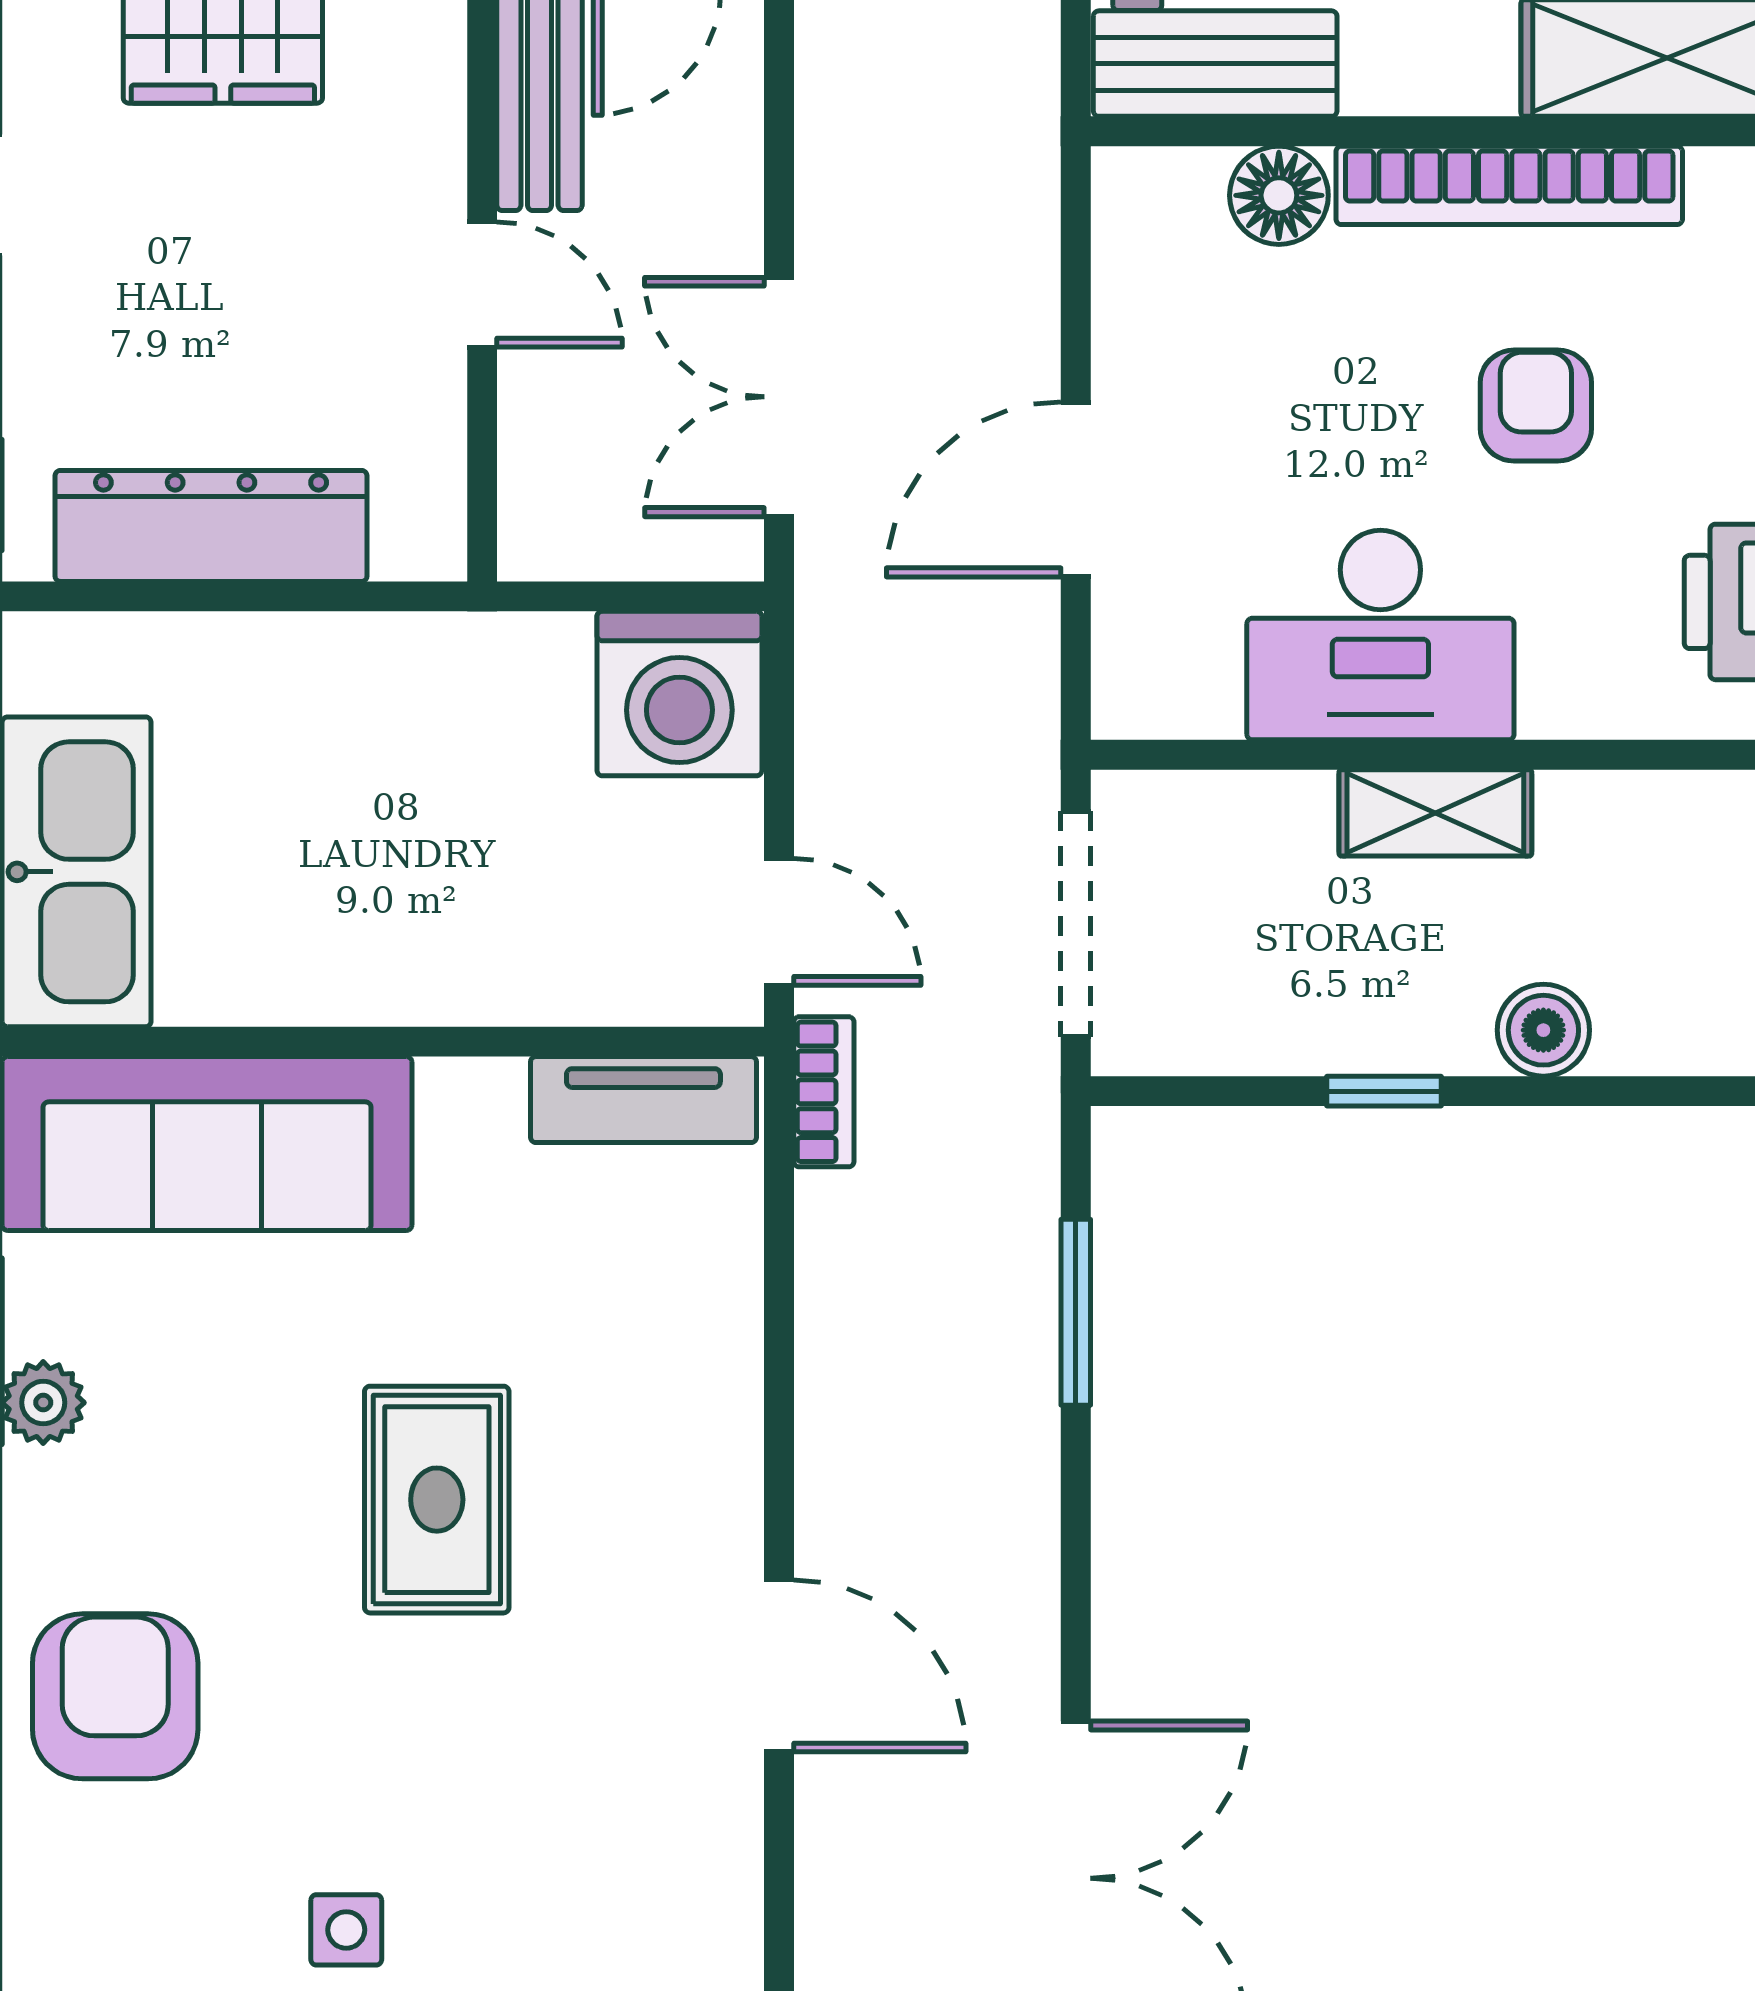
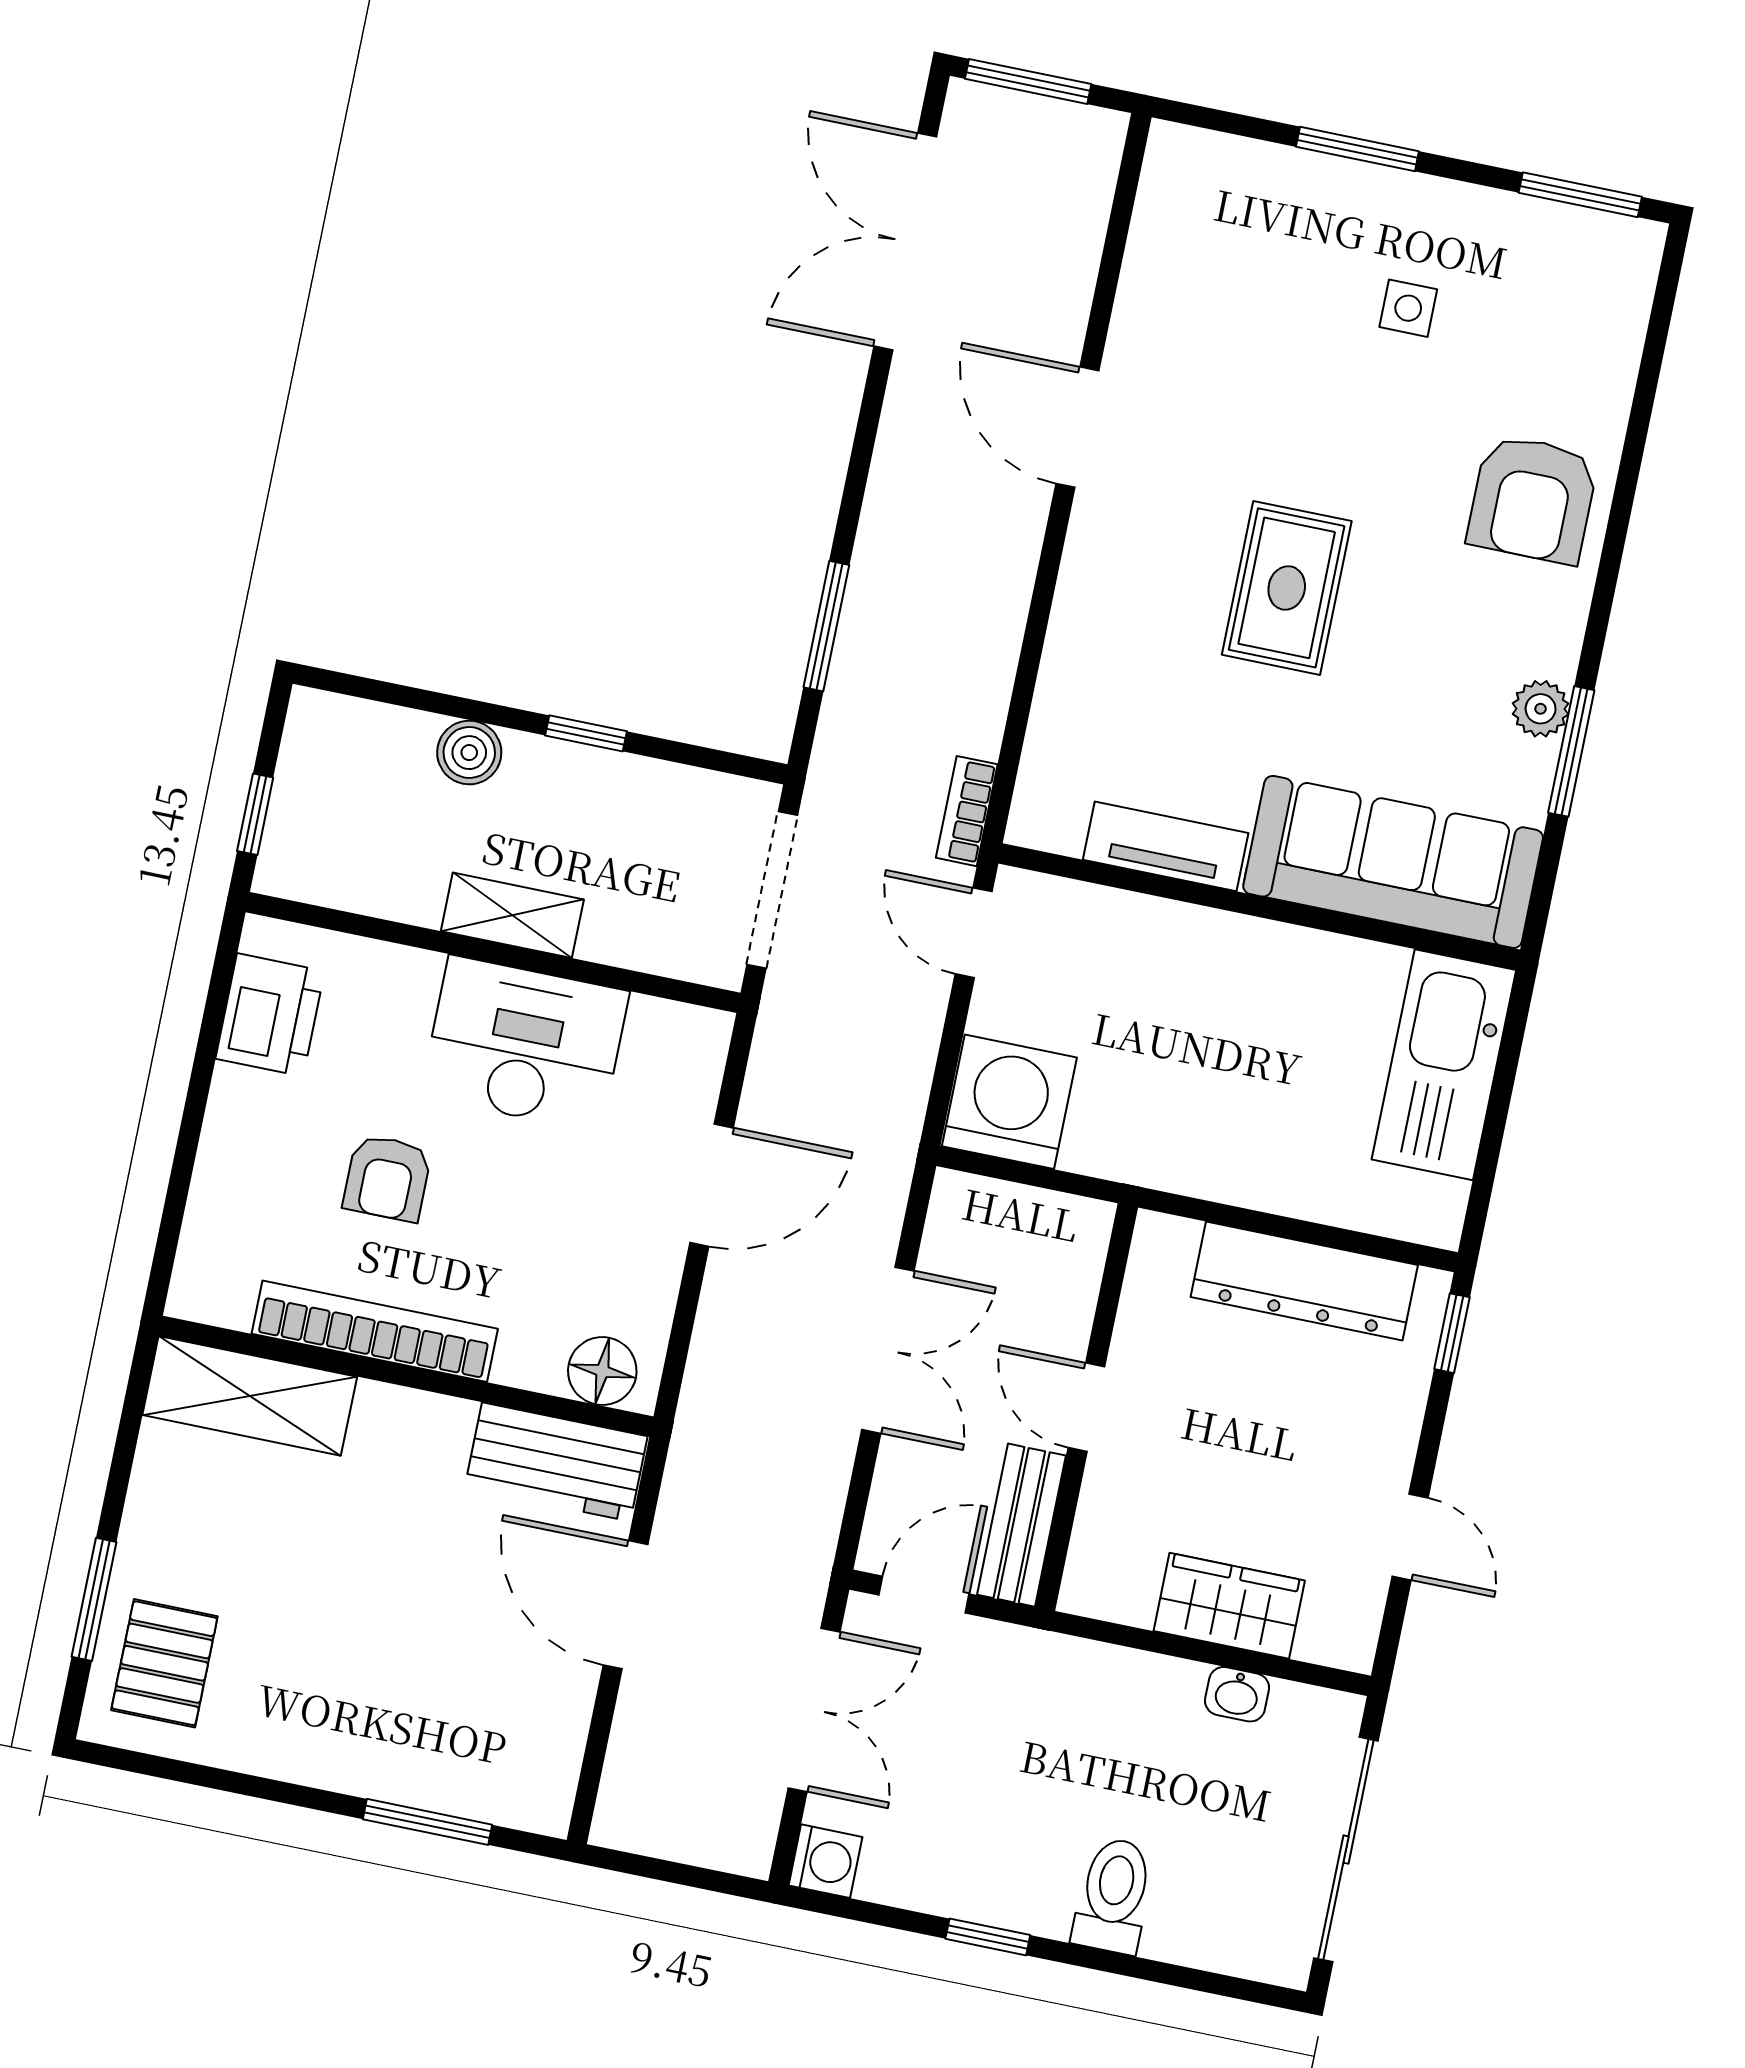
floor lamp: (1279, 195) -> (602, 1371), moved
double door: (779, 397) -> (888, 1350), moved
tv unit: (643, 1100) -> (1166, 846), moved

